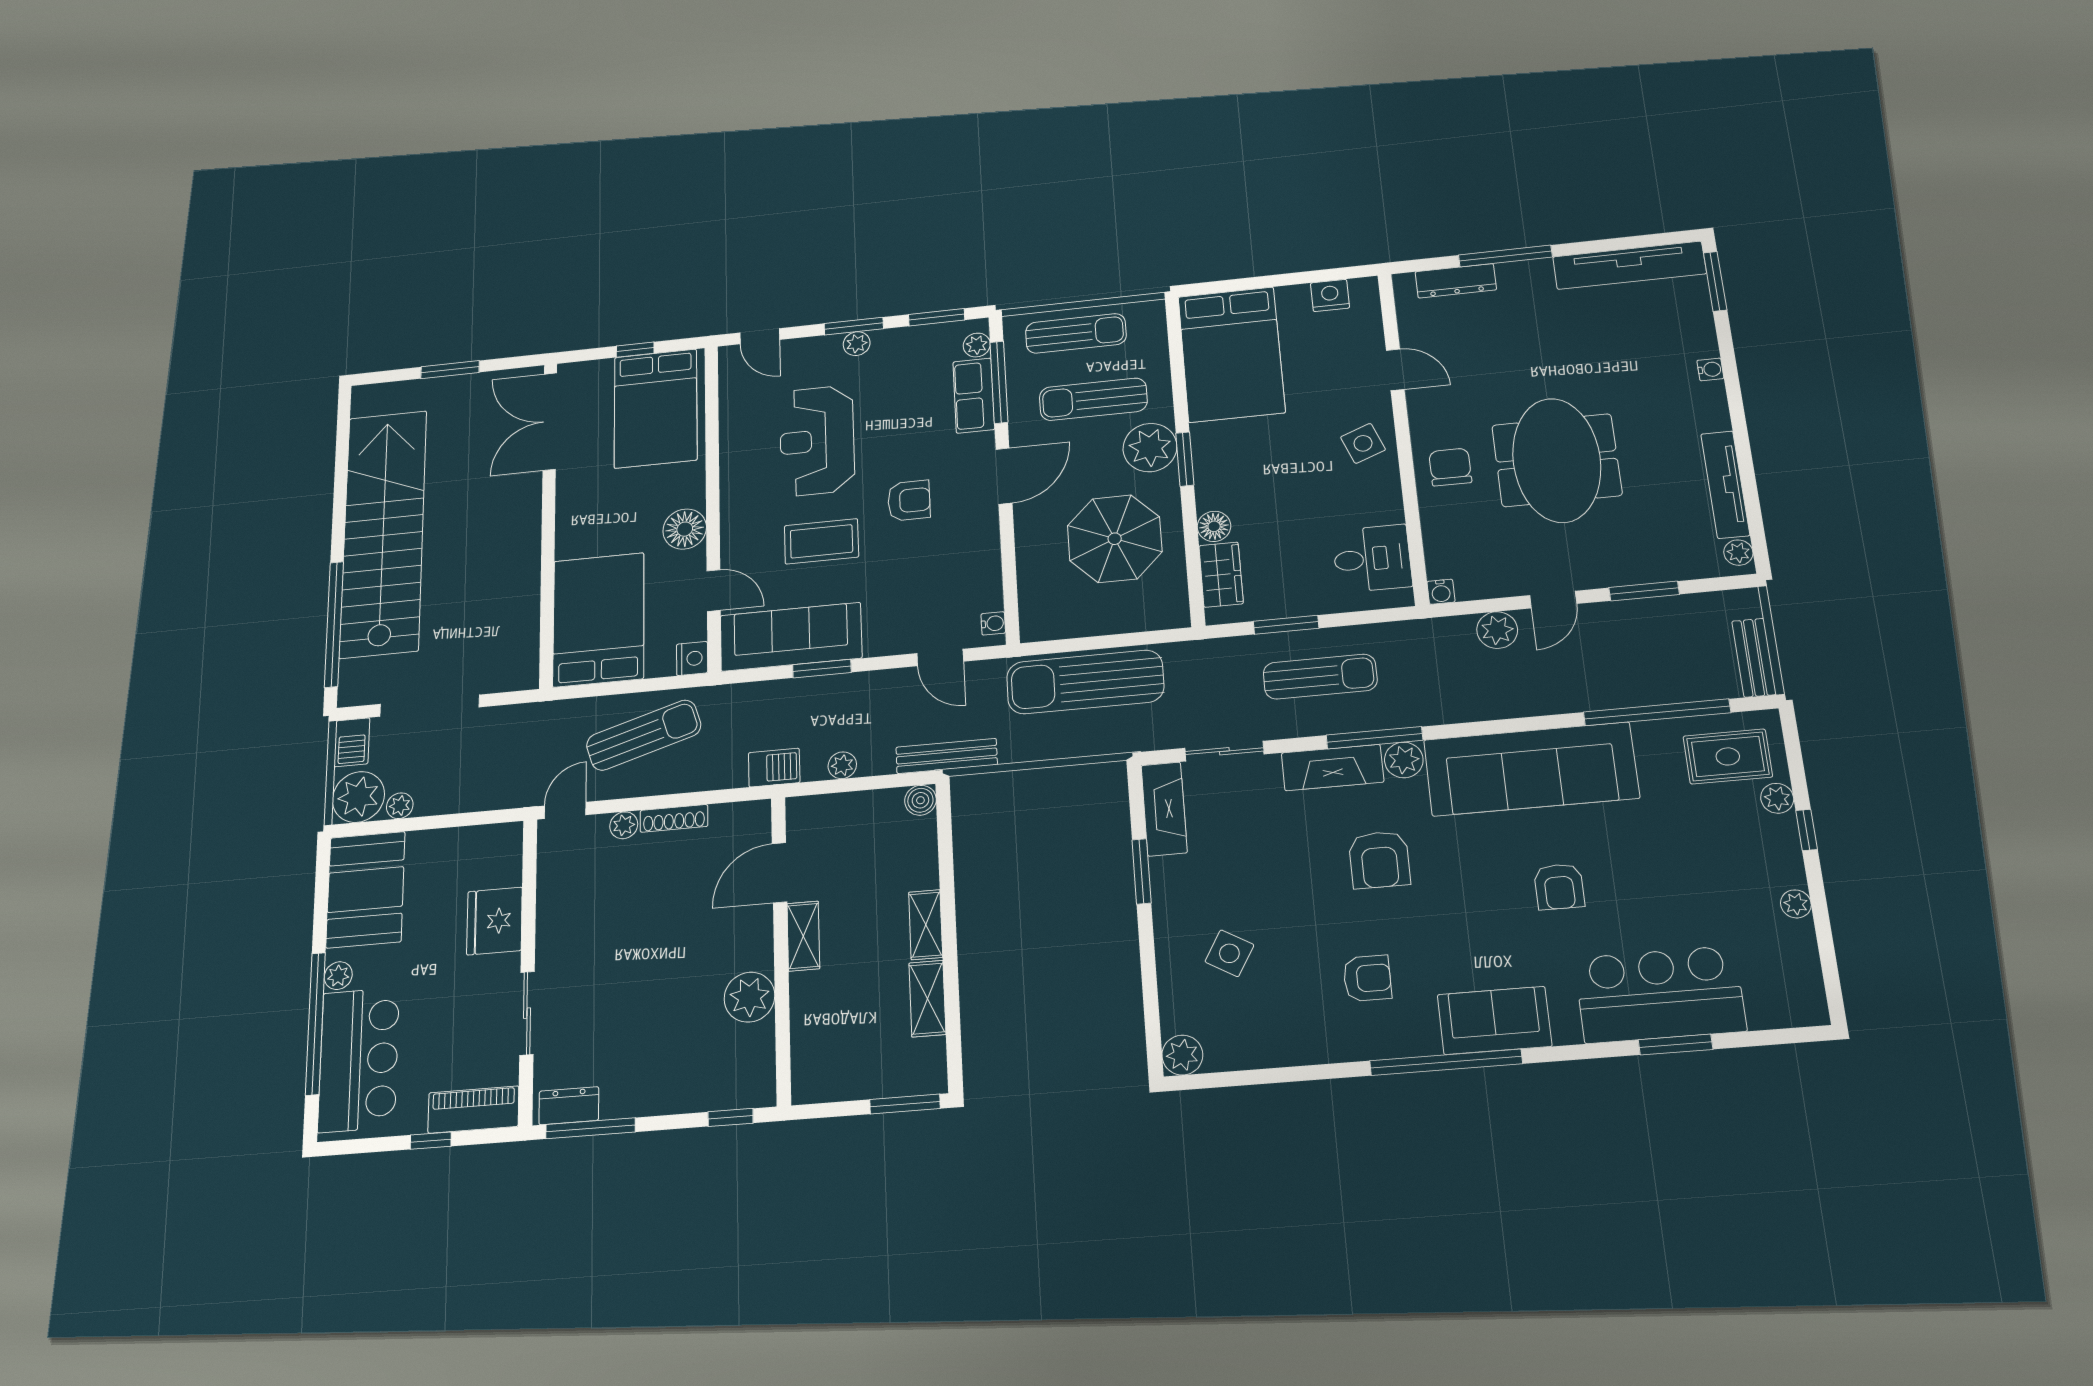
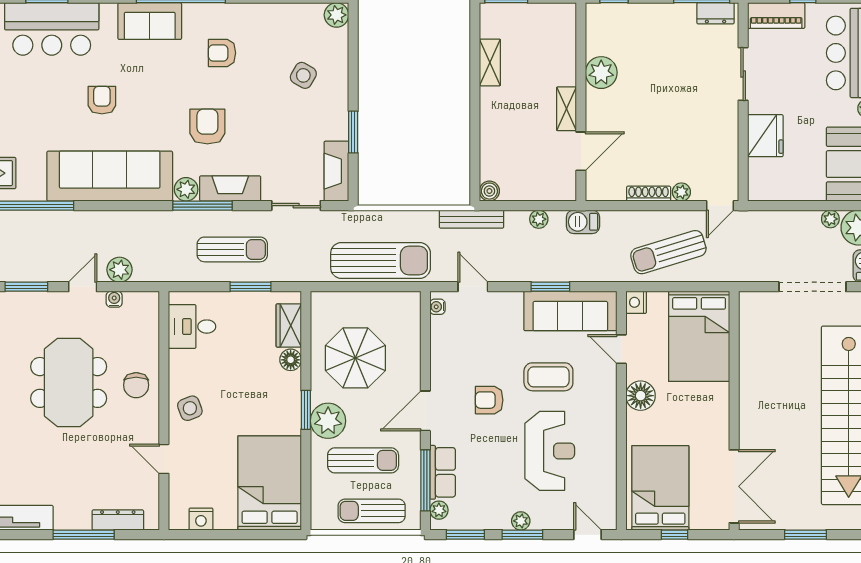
water cooler: (1441, 592) -> (114, 299), moved
sun lounger: (1320, 677) -> (232, 249), turned 180
shelving: (926, 925) -> (489, 109), removed

